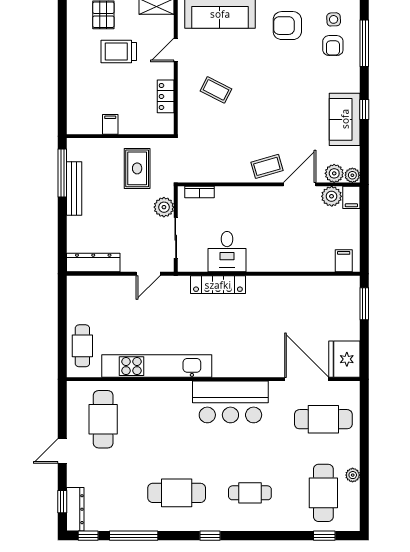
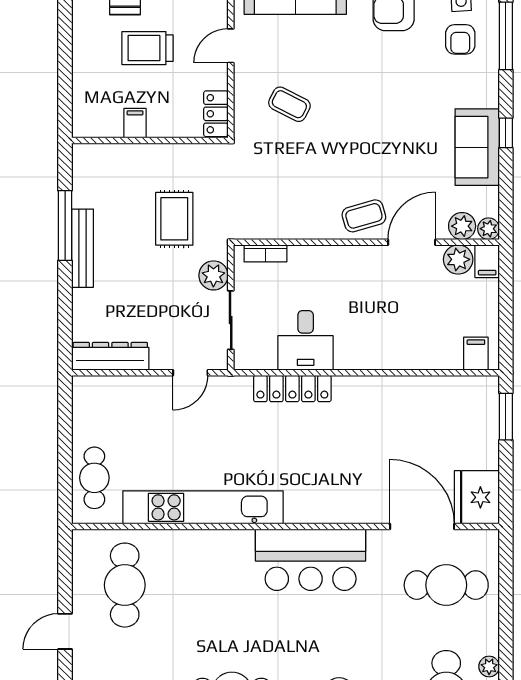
filing cabinet: (110, 124) -> (135, 123), moved
wall: (120, 136) -> (150, 140), moved

